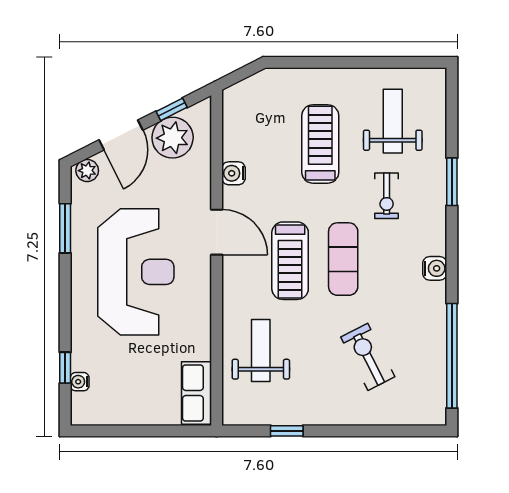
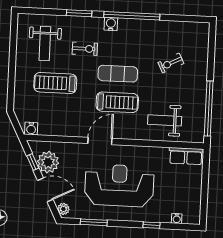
weight bench: (393, 121) -> (45, 43), turned -90
water cooler: (234, 173) -> (31, 129), moved
water cooler: (435, 268) -> (111, 24), moved
window: (452, 356) -> (132, 16), moved
exercise bike: (368, 357) -> (171, 63), width x0.73, depth x0.72
window: (65, 368) -> (151, 225), moved
window: (287, 431) -> (209, 109), width x3.17

